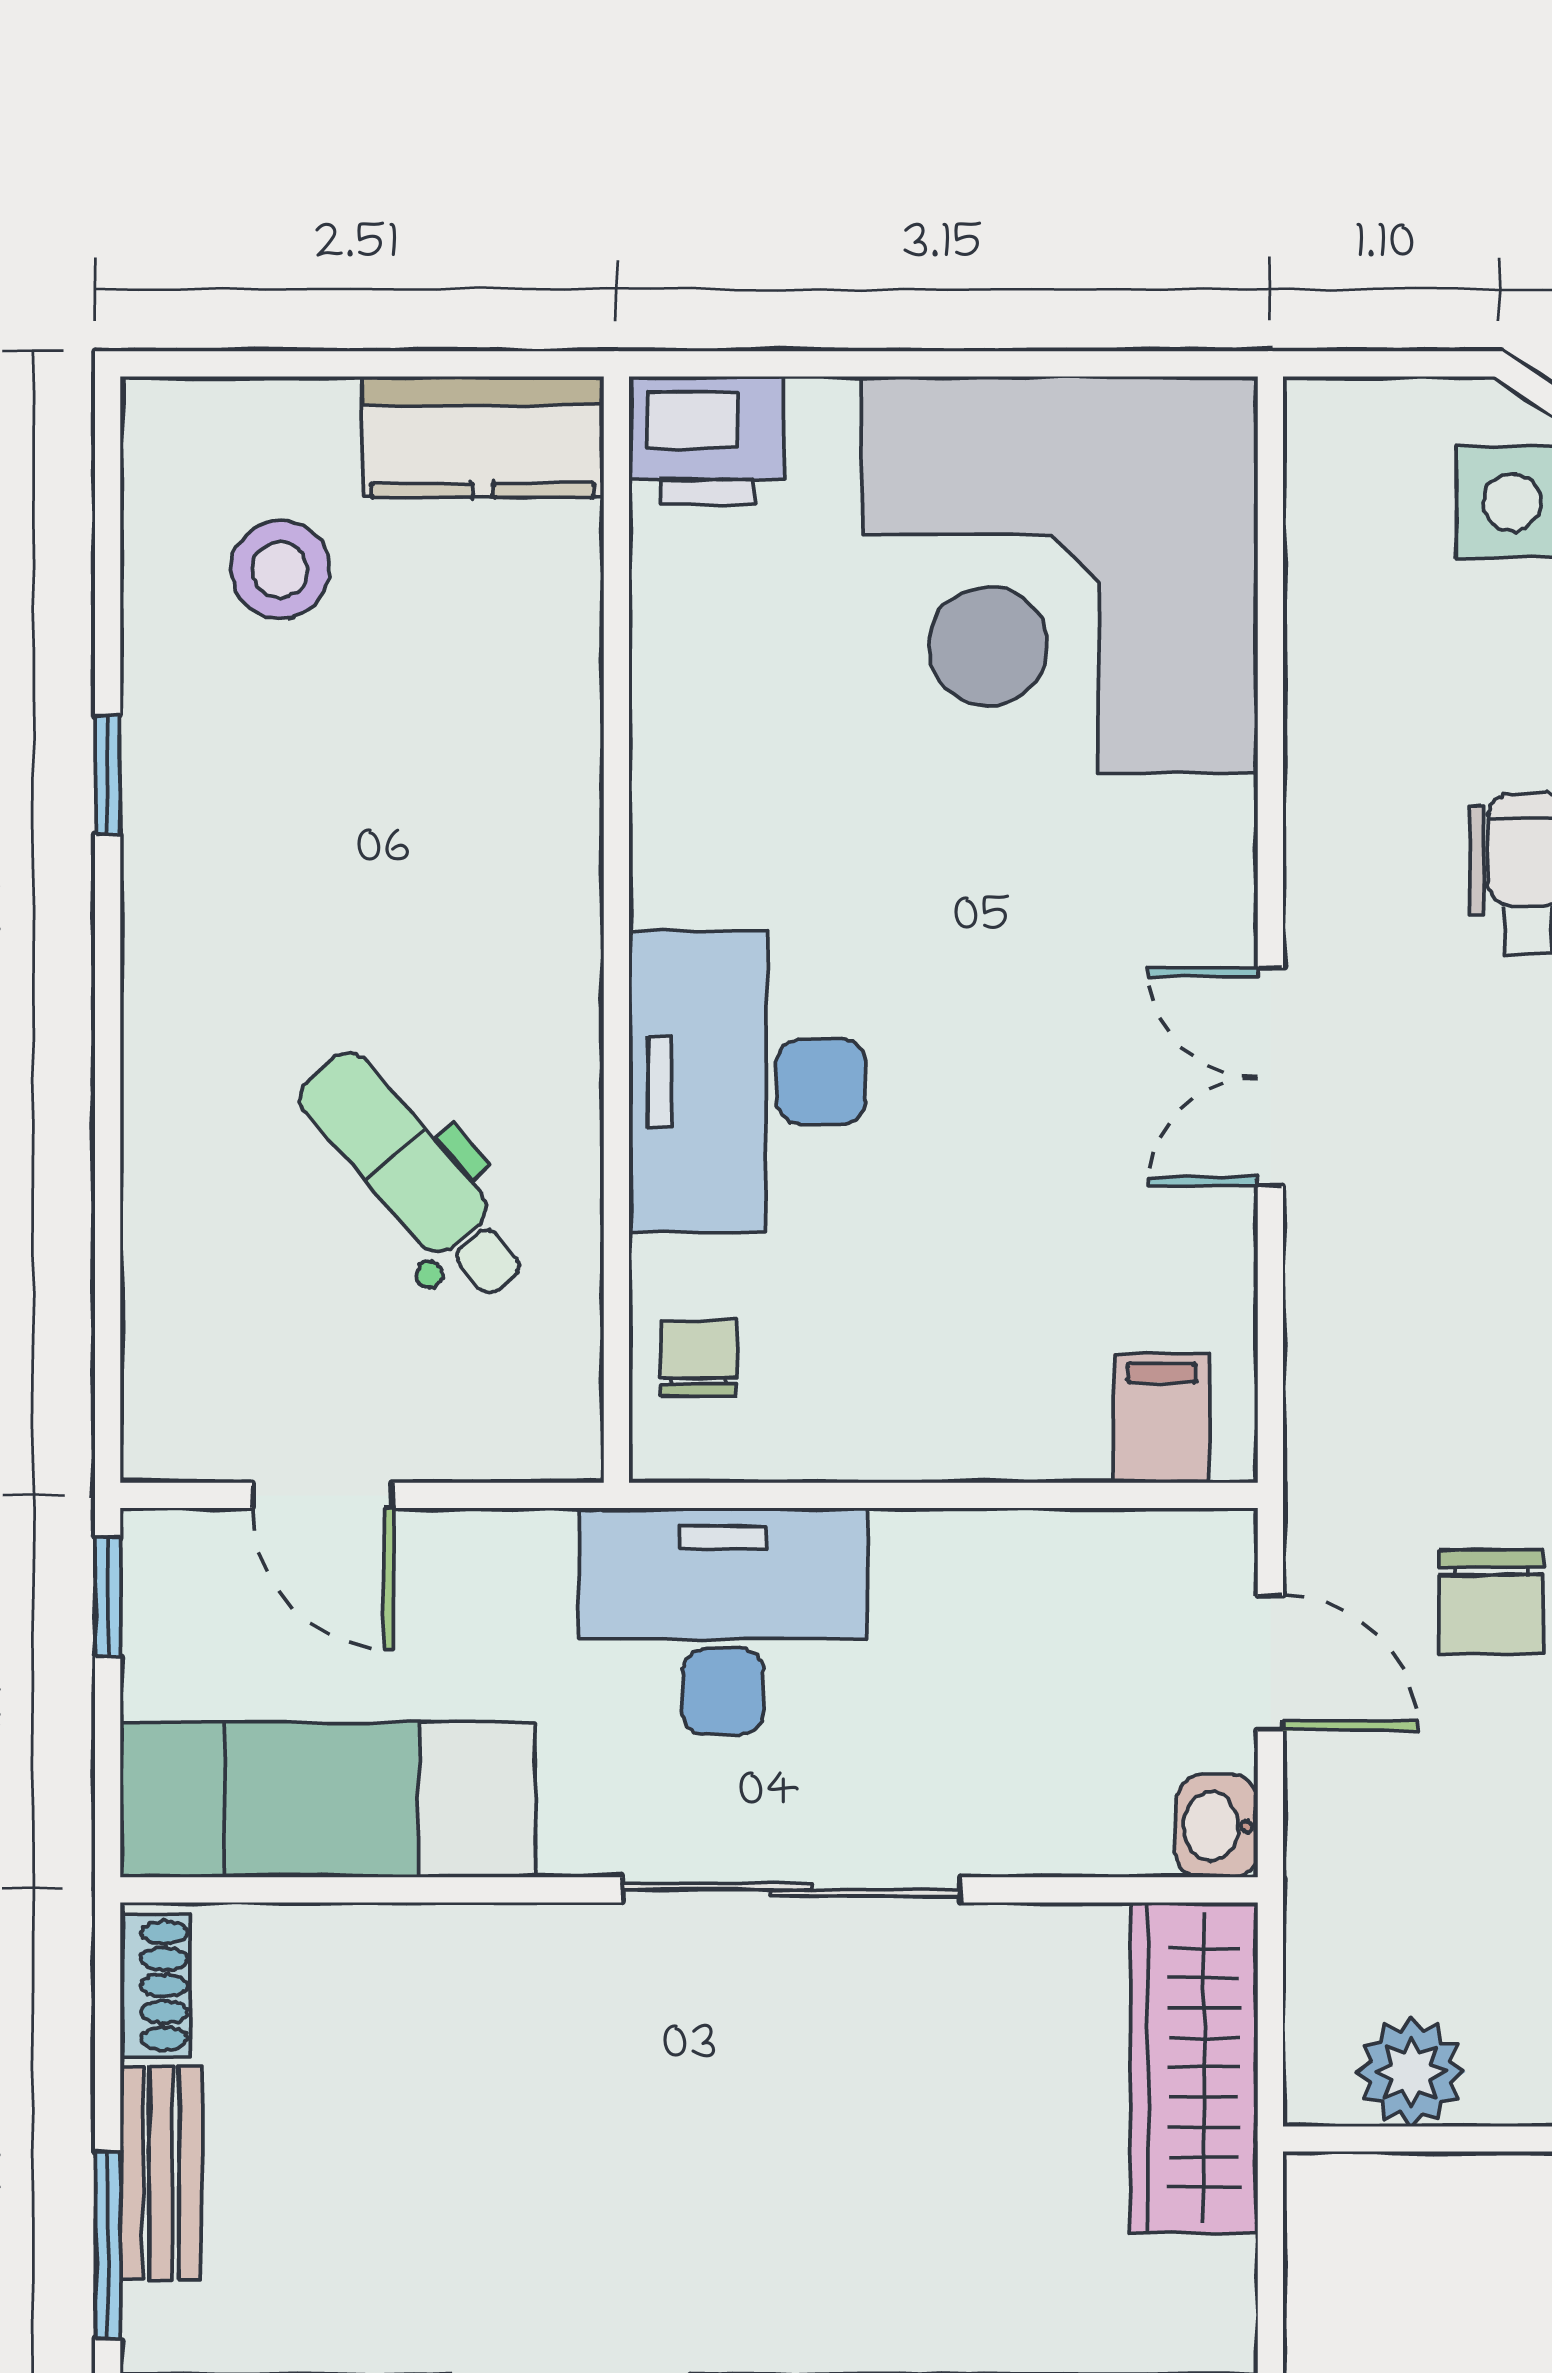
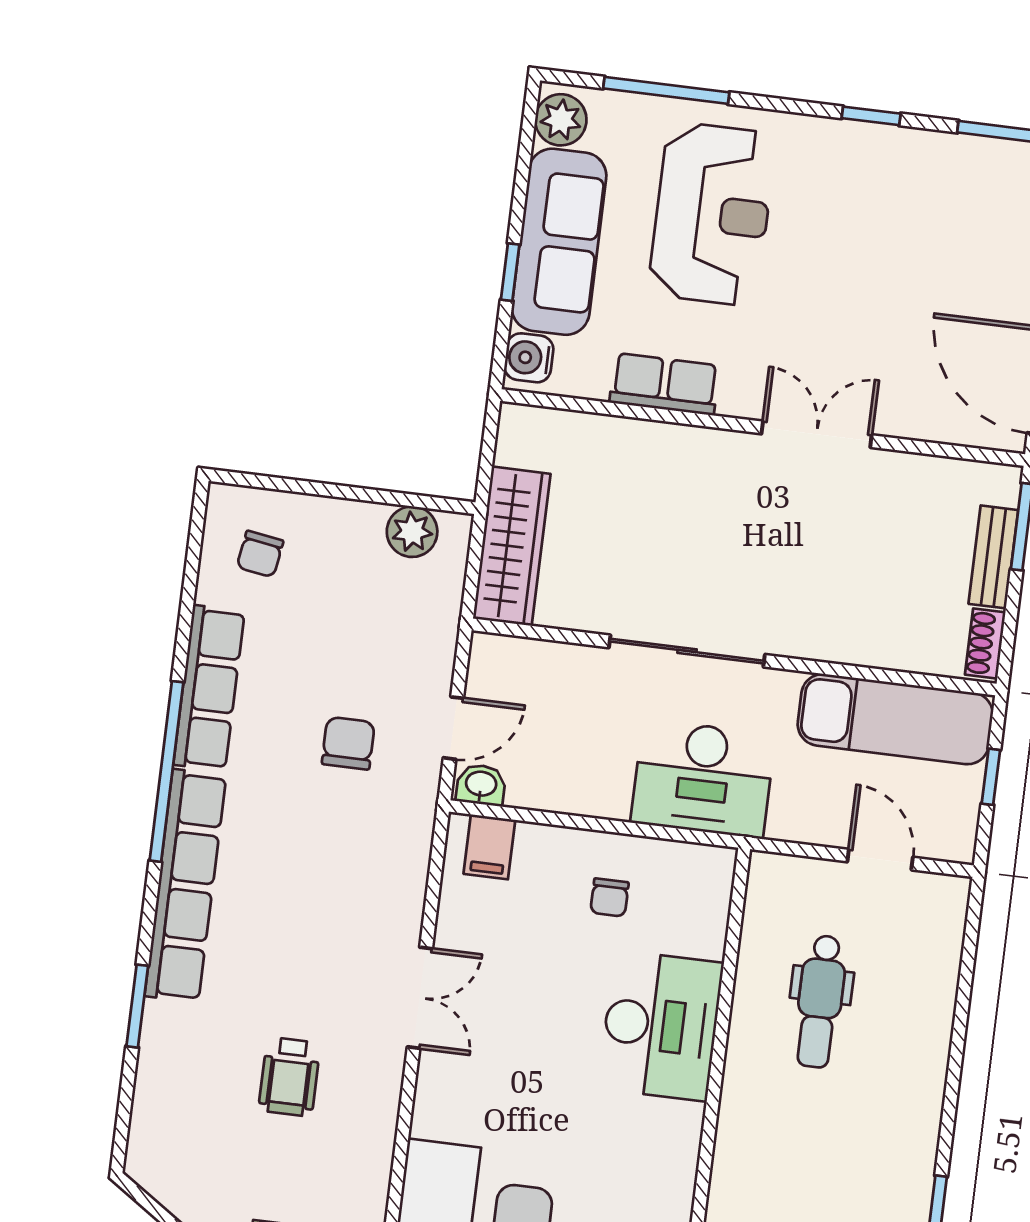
dental chair: (413, 1176) -> (820, 1001), turned 41
chair: (699, 1359) -> (609, 897), moved
window: (108, 1597) -> (991, 777), moved
door: (1270, 1663) -> (453, 728), swing flipped
washbasin: (1217, 1826) -> (481, 785), moved, turned -90

